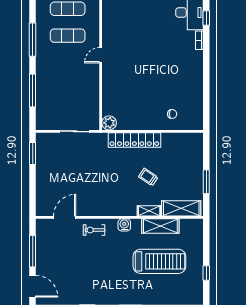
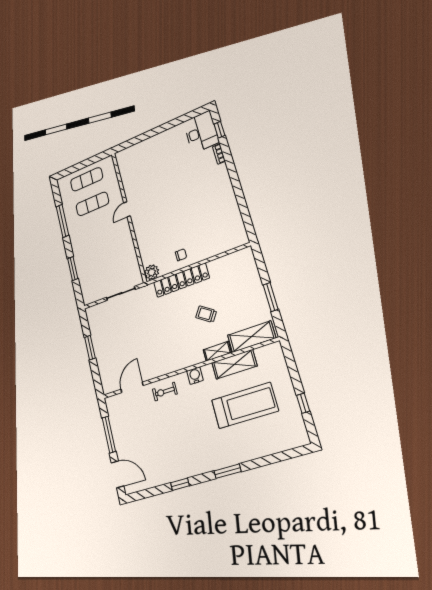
window: (33, 91) -> (73, 269), width x0.69
chair: (172, 114) -> (181, 255), moved
window: (33, 153) -> (90, 348), moved

